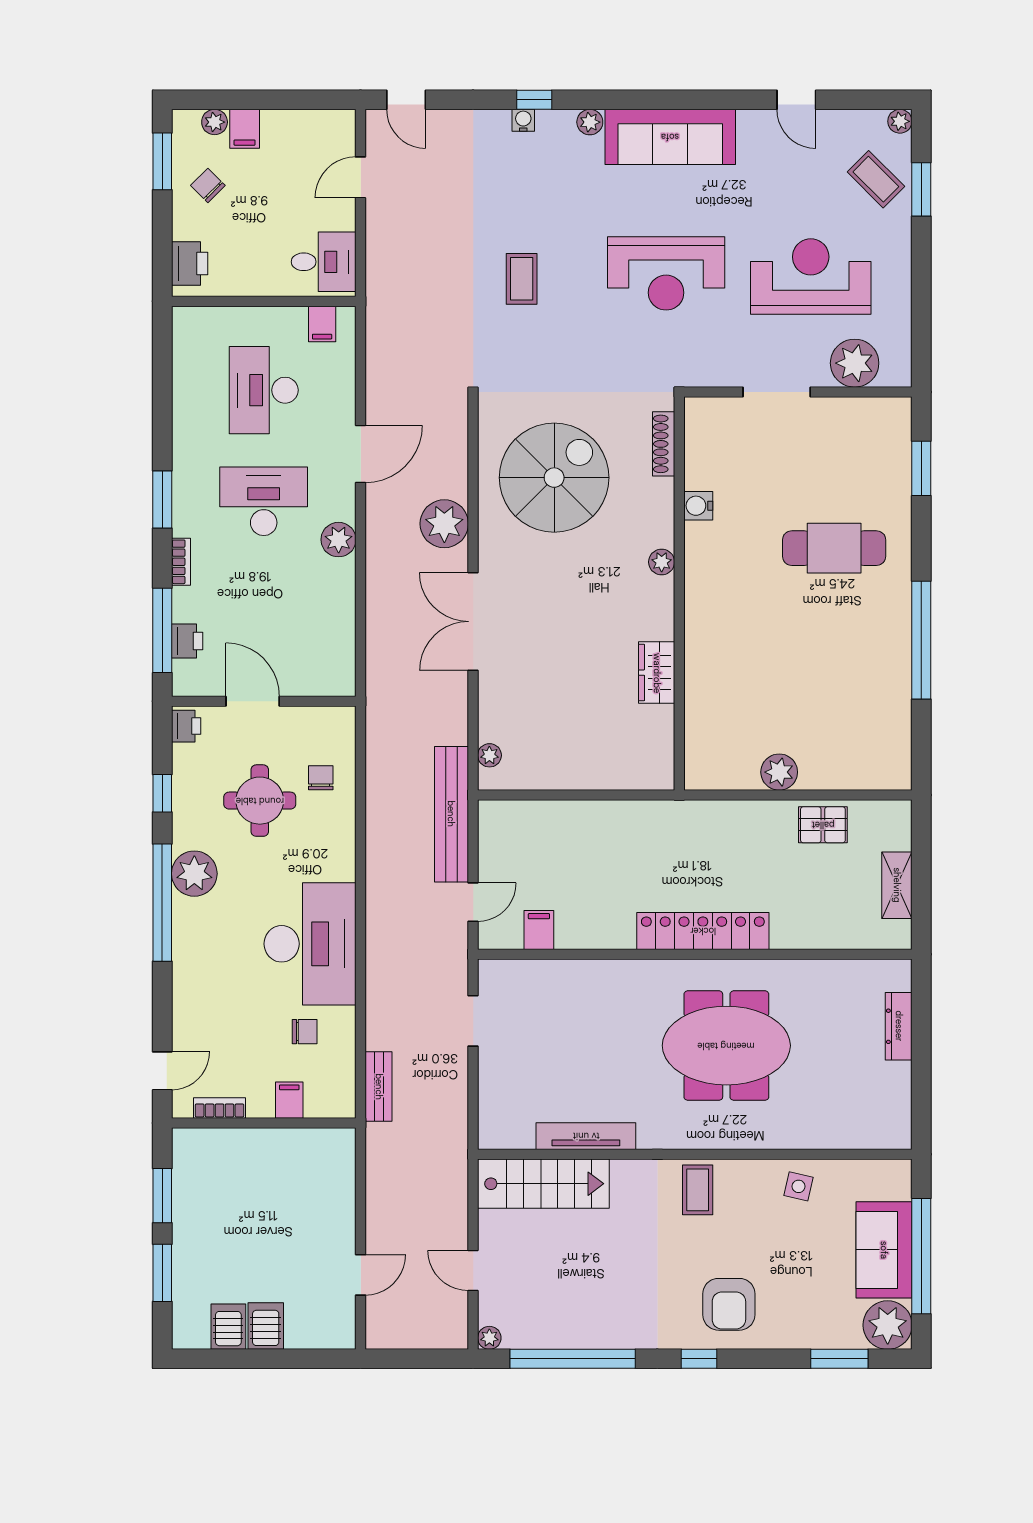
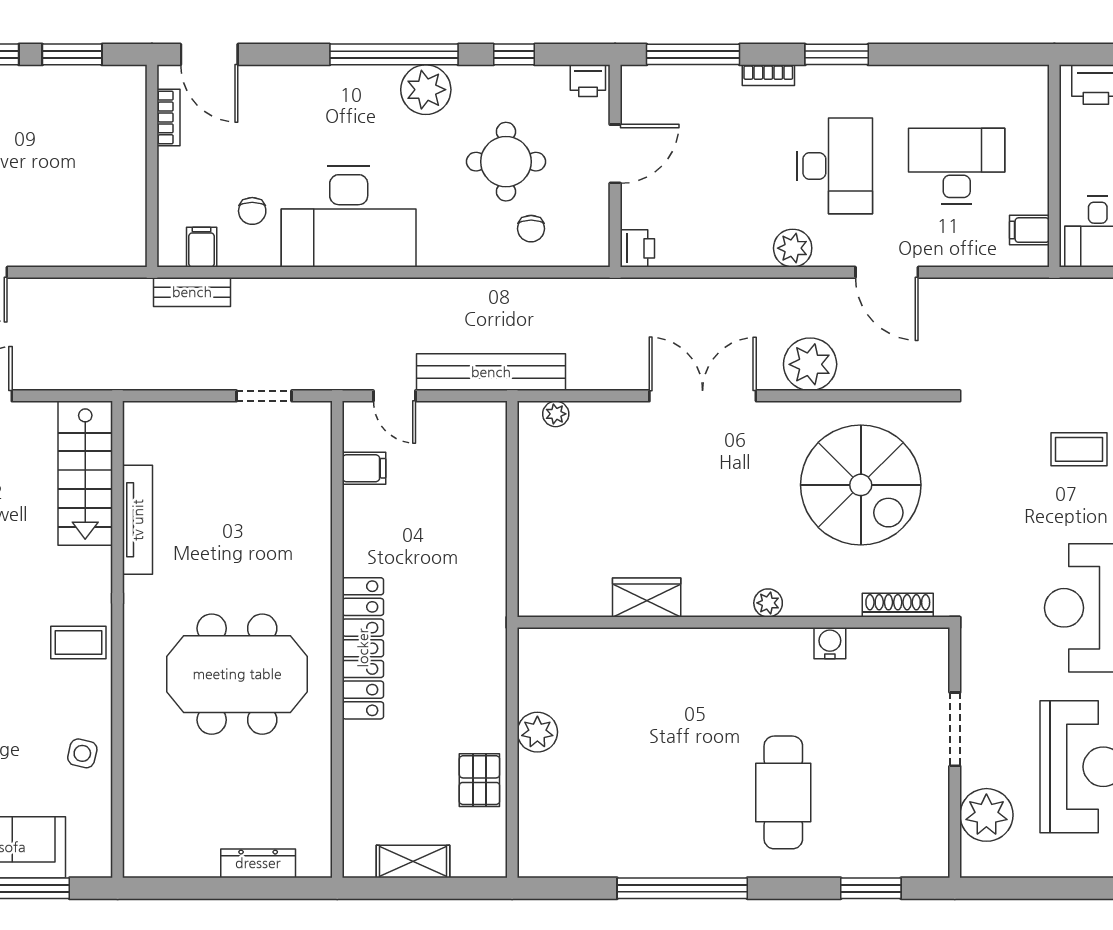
printer: (187, 641) -> (637, 248), moved, turned -90
chair: (321, 778) -> (531, 229), turned 90
meeting table: (726, 1046) -> (237, 674), turned 90
door: (162, 1071) -> (209, 54), width x1.38
filing cabinet: (289, 1100) -> (202, 247), moved, turned -90

